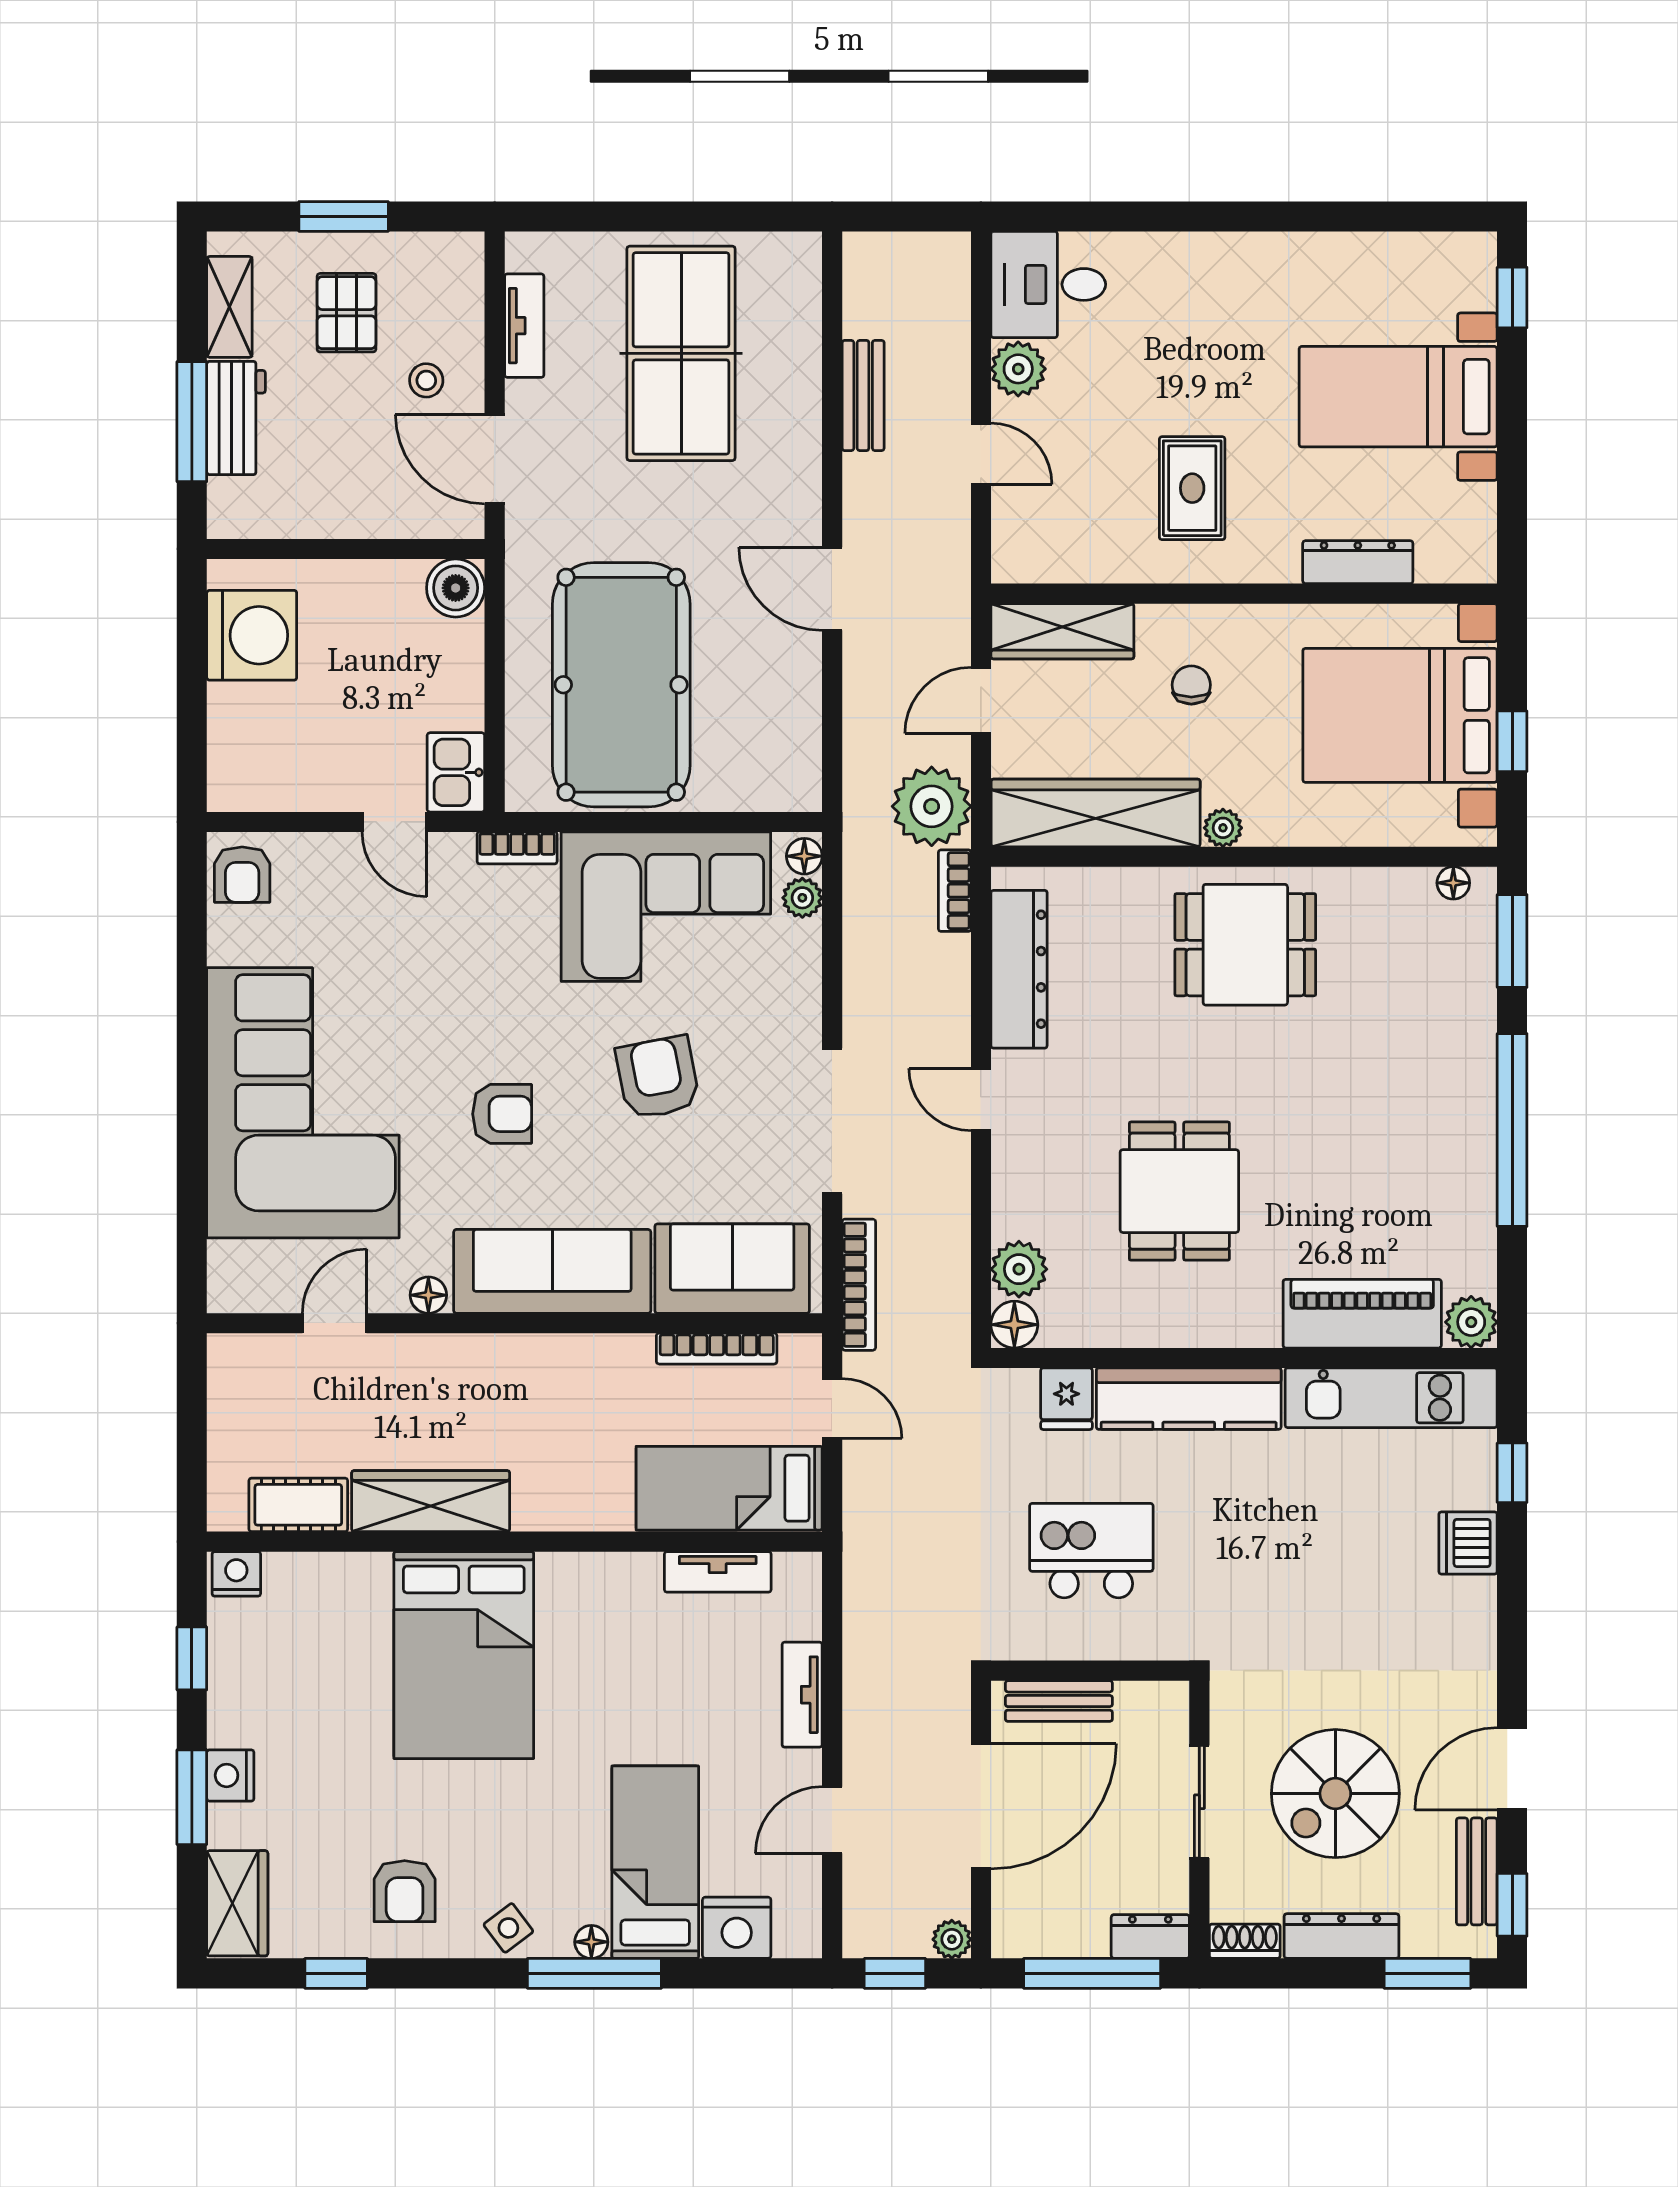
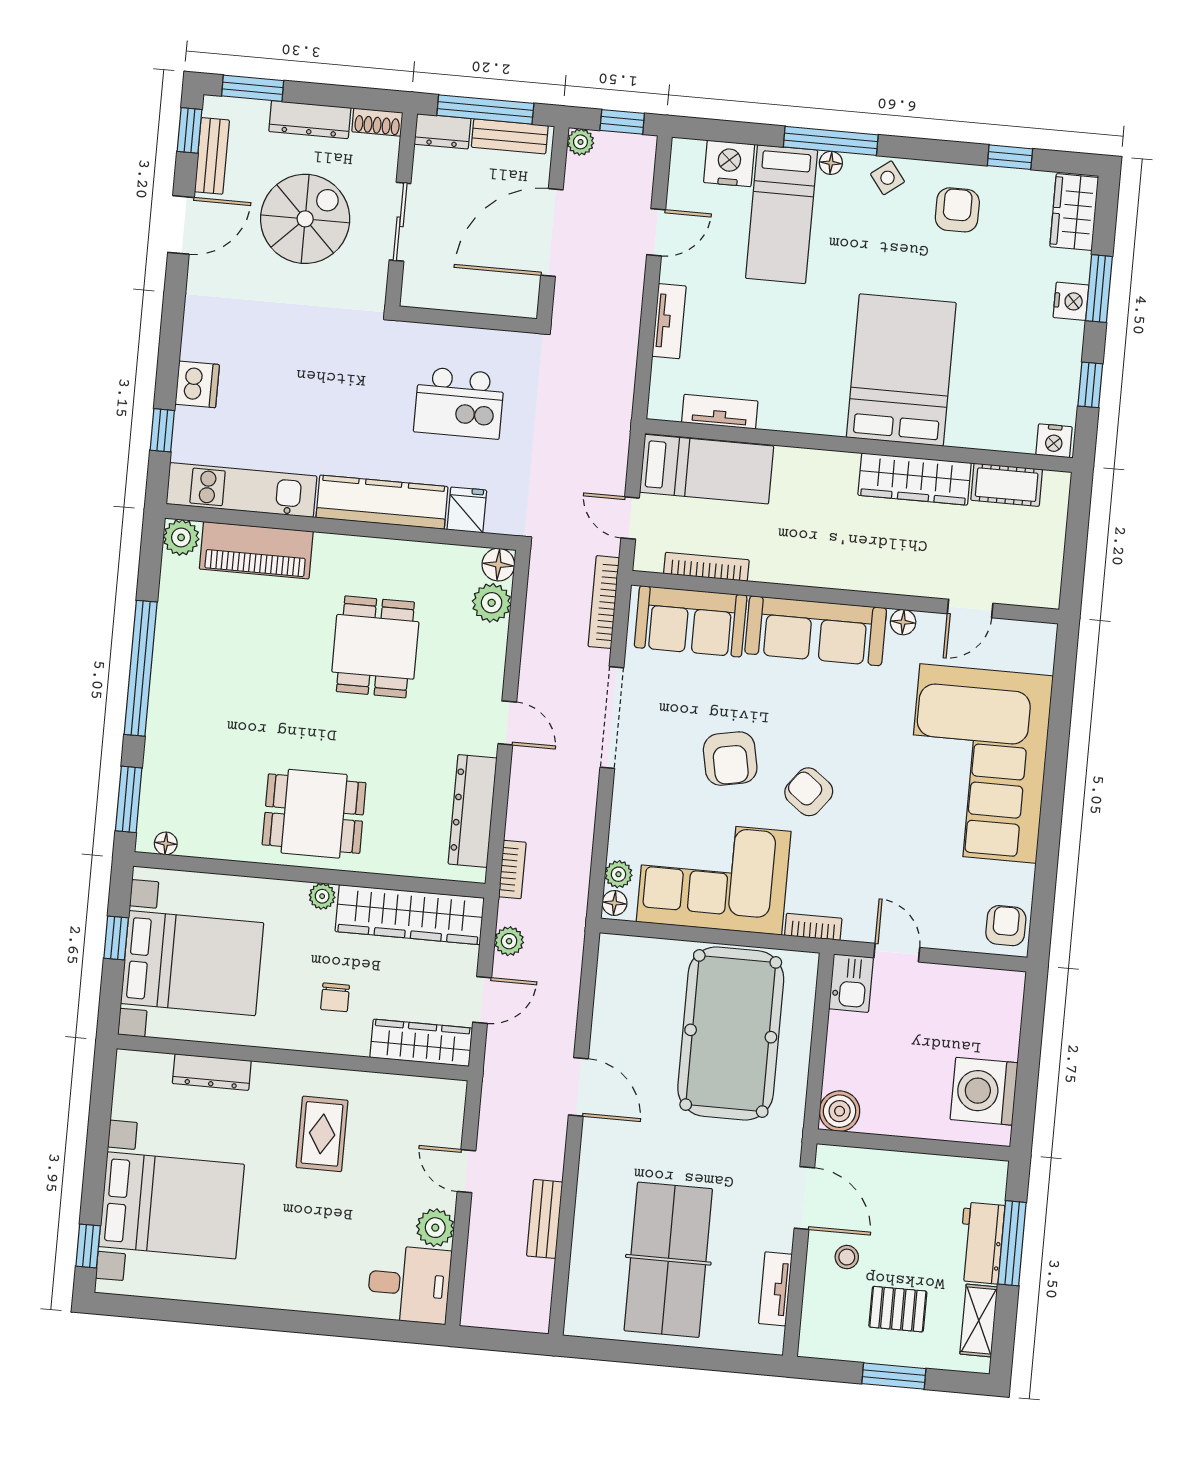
pallet: (347, 313) -> (898, 1309), turned 90
bed with nightstands: (1398, 397) -> (171, 1205), width x1.36
plant: (932, 806) -> (509, 941), width x0.53, depth x0.53
armchair: (502, 1114) -> (809, 792), moved, turned 37
bench: (1059, 1701) -> (510, 136), moved

